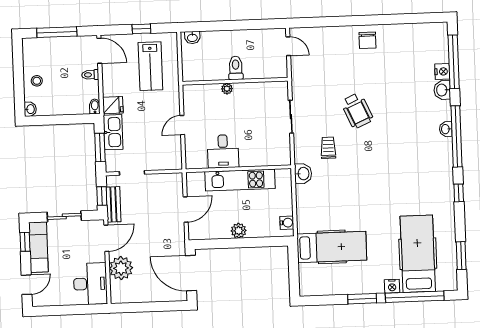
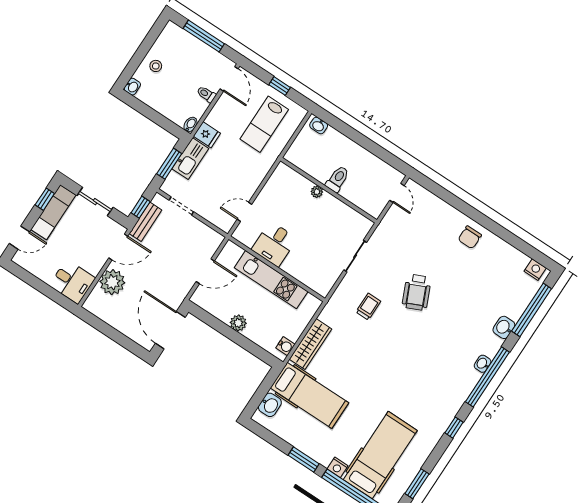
nightstand: (442, 71) -> (535, 270), moved, turned -90
door: (182, 125) -> (244, 212), moved
washbasin: (303, 174) -> (270, 405), moved
wardrobe: (305, 208) -> (310, 344), added
desk: (90, 284) -> (72, 282), width x0.73

